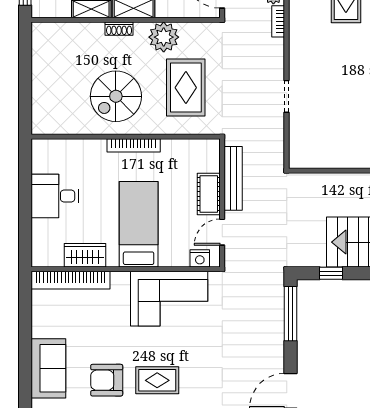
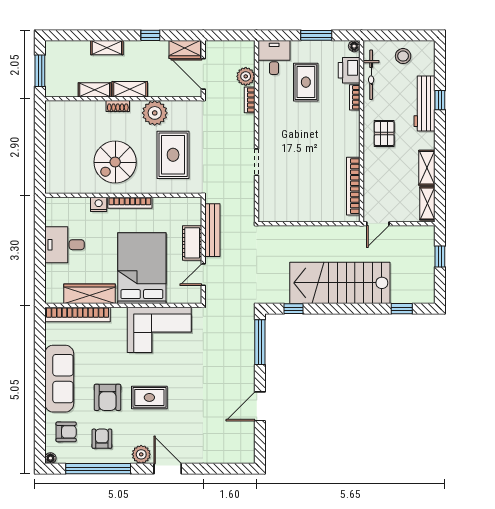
bed: (139, 224) -> (142, 268), width x1.50
wardrobe: (85, 255) -> (89, 294), width x1.50
nightstand: (200, 258) -> (99, 204), moved, turned 180
sofa: (48, 368) -> (59, 379), width x1.36
armchair: (107, 380) -> (108, 397), turned -90

